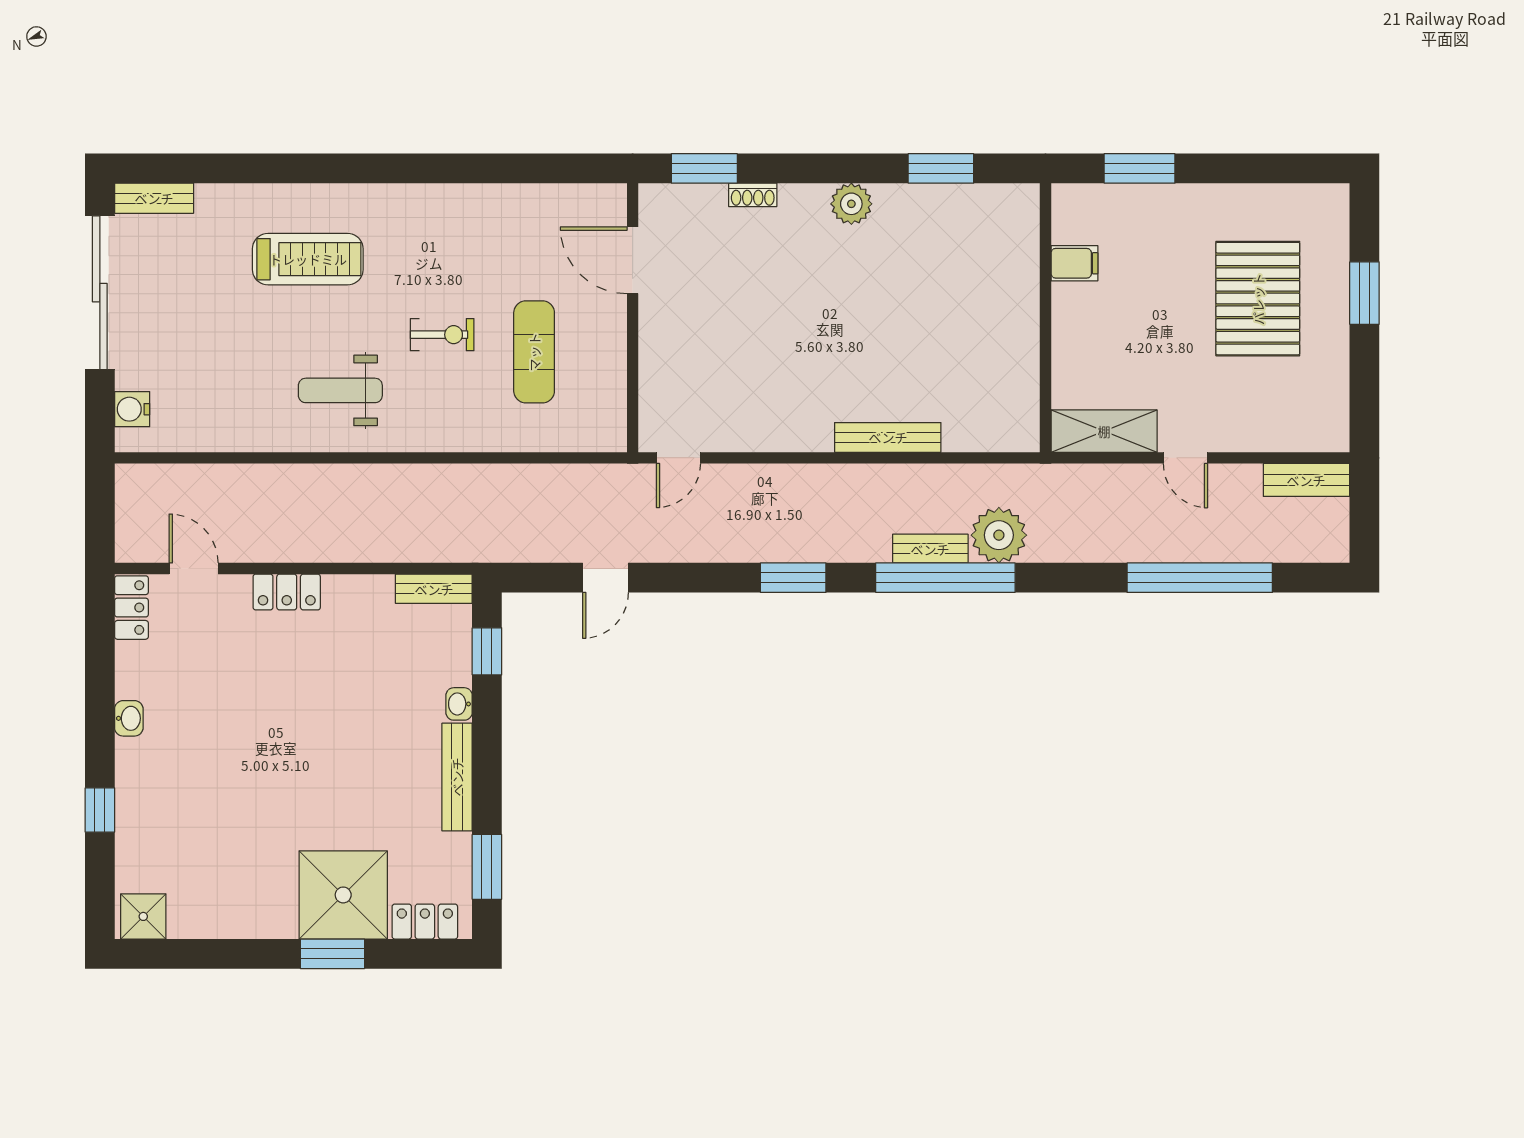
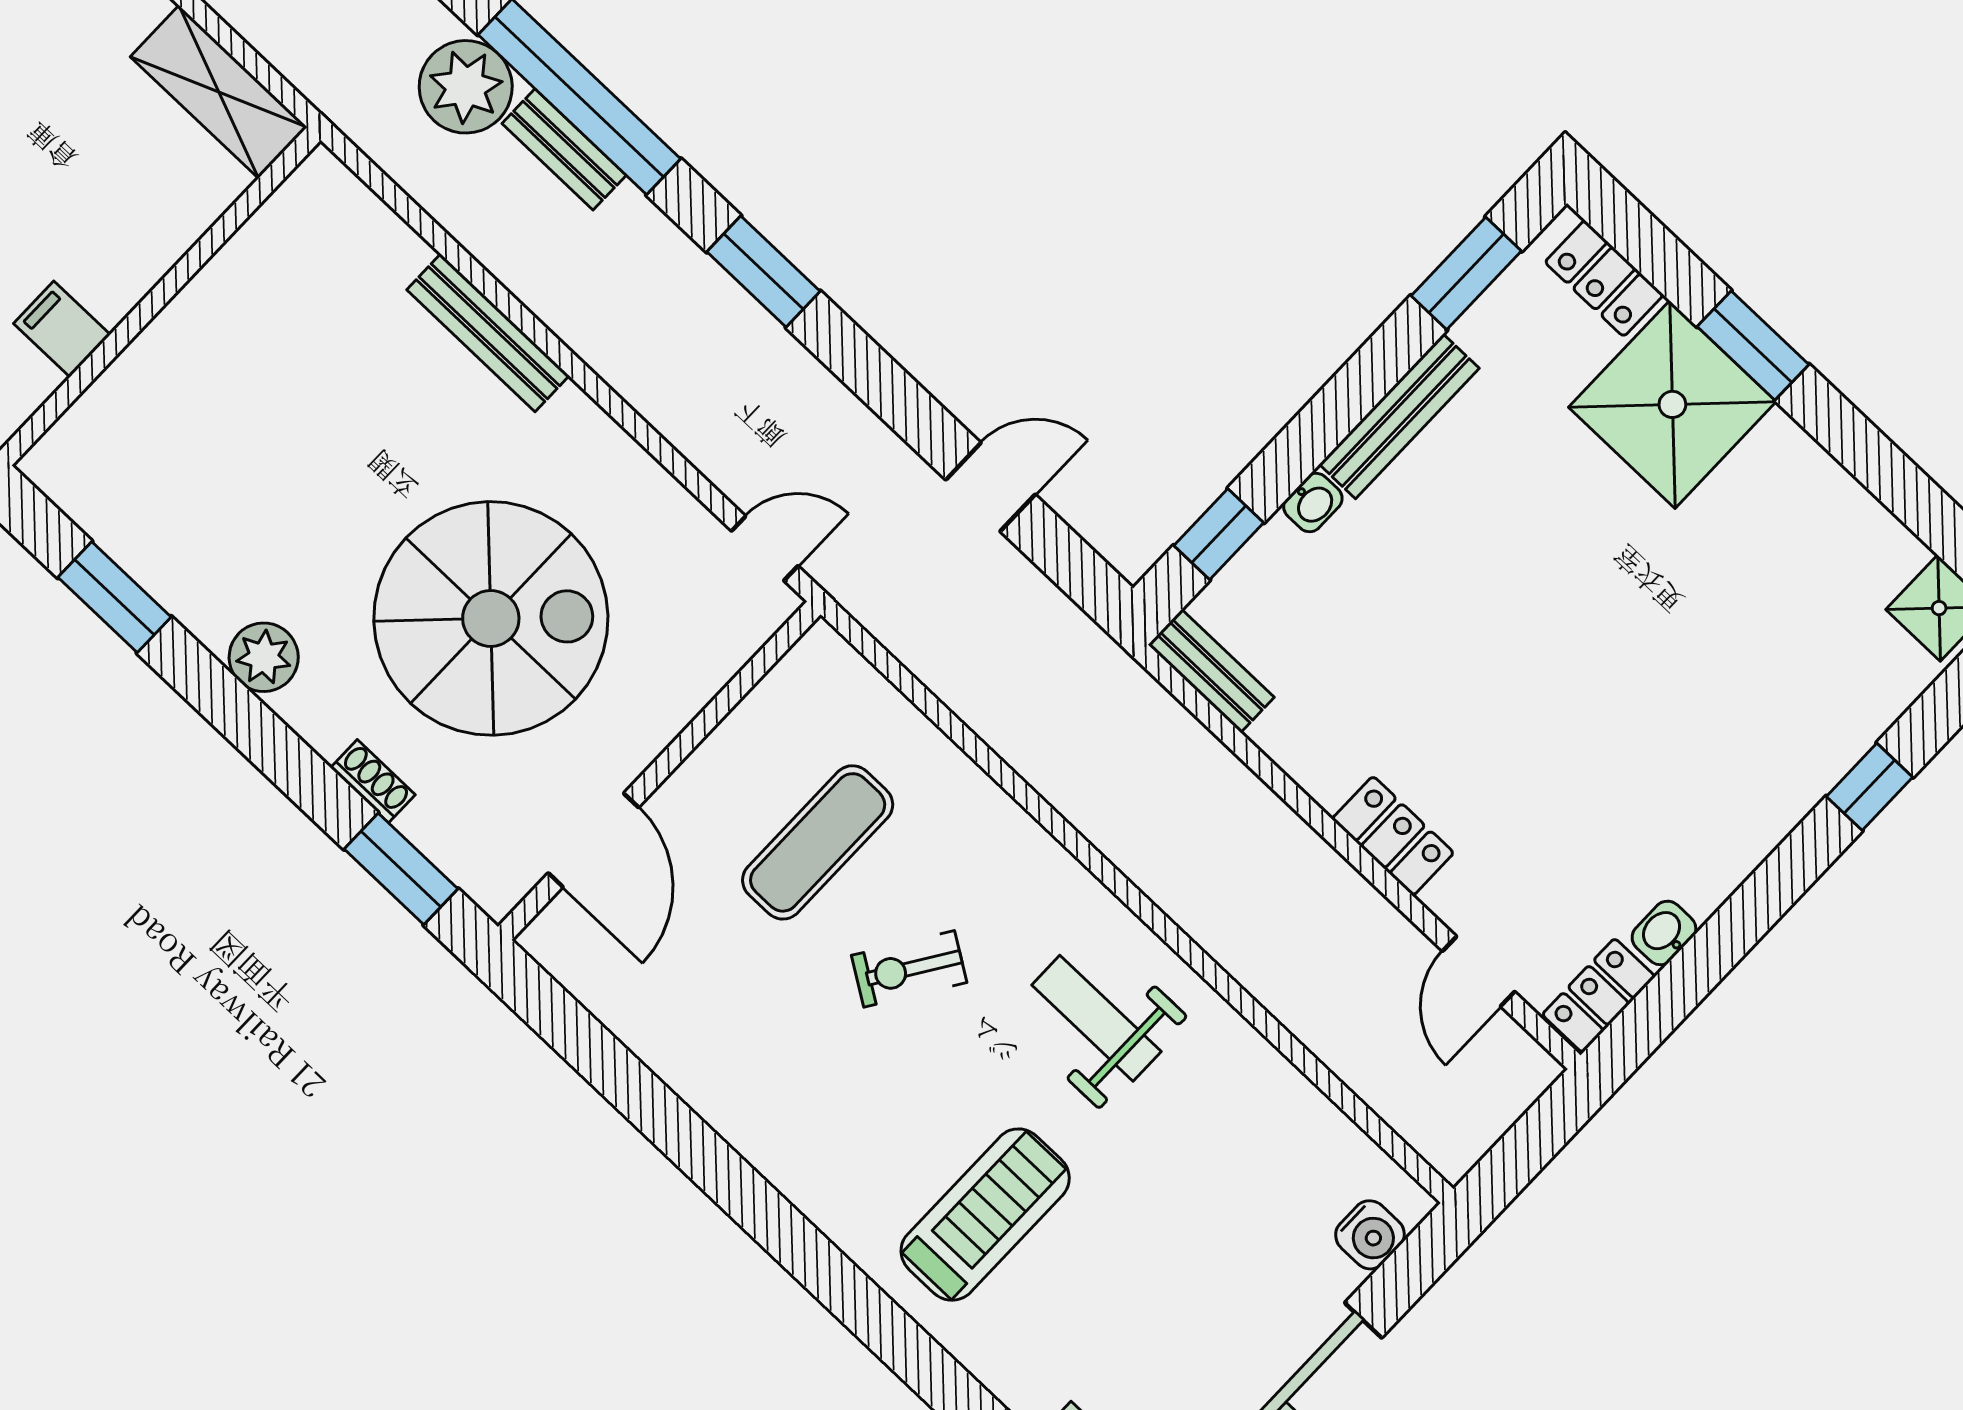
treadmill: (308, 259) -> (985, 1215), turned 90
spiral stairs: (769, 314) -> (491, 618), added
exercise bike: (442, 335) -> (909, 969), turned -57
weight bench: (340, 390) -> (1096, 1018), turned 180
washbasin: (129, 718) -> (1664, 933), moved

